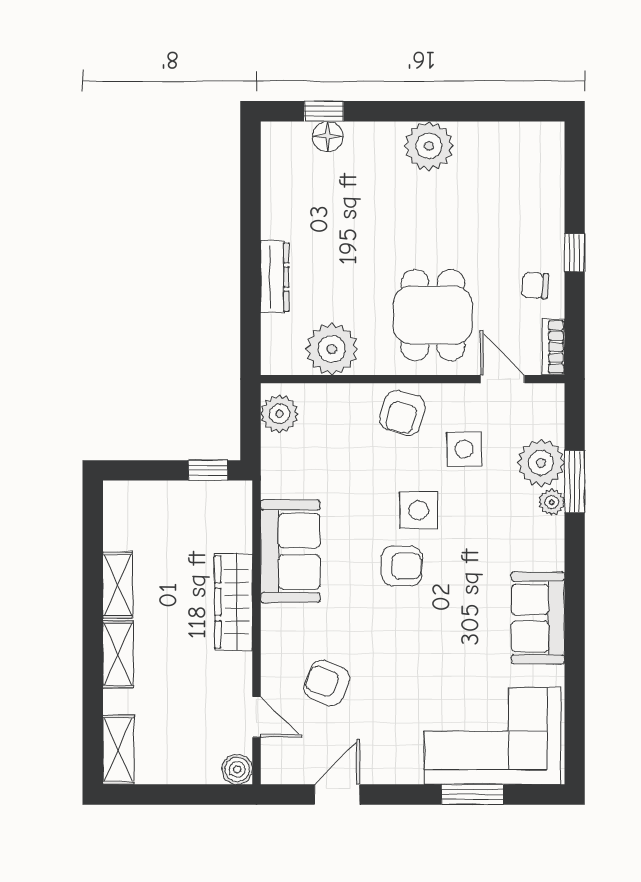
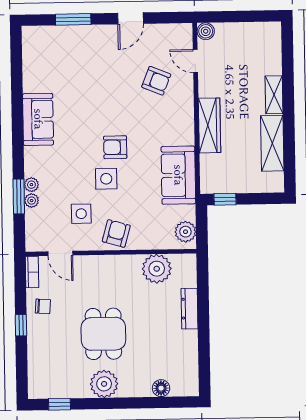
window: (324, 111) -> (60, 404), moved
dining table: (433, 315) -> (103, 334), moved
plant: (541, 463) -> (32, 201), width x0.53, depth x0.53
sofa: (290, 551) -> (178, 175), moved
shelving: (118, 585) -> (272, 143), width x1.50, depth x1.33
corner sofa: (493, 736) -> (62, 53), removed
shelving: (118, 750) -> (273, 41), removed
door: (337, 795) -> (131, 18), moved

